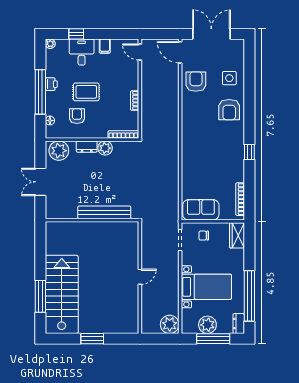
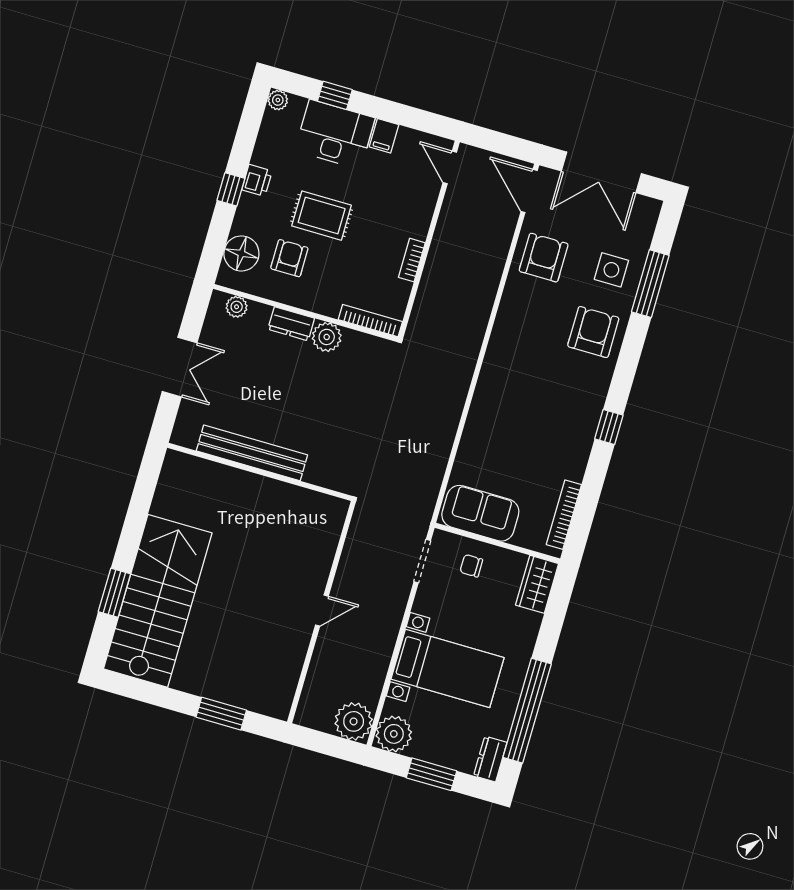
double door: (211, 34) -> (601, 172), swing flipped
desk: (82, 52) -> (335, 134), width x1.37
window: (249, 79) -> (650, 284), added
window: (40, 92) -> (231, 189), width x0.32
armchair: (229, 110) -> (593, 332), turned 180
floor lamp: (50, 120) -> (241, 253), width x1.89, depth x1.89
plant: (59, 151) -> (237, 307), width x0.53, depth x0.53
double door: (40, 182) -> (180, 367), swing flipped
bench: (104, 212) -> (252, 453), moved
window: (40, 296) -> (114, 593), width x0.69
plant: (207, 325) -> (394, 734), moved
window: (92, 339) -> (221, 714), moved
window: (213, 339) -> (431, 774), width x0.69

